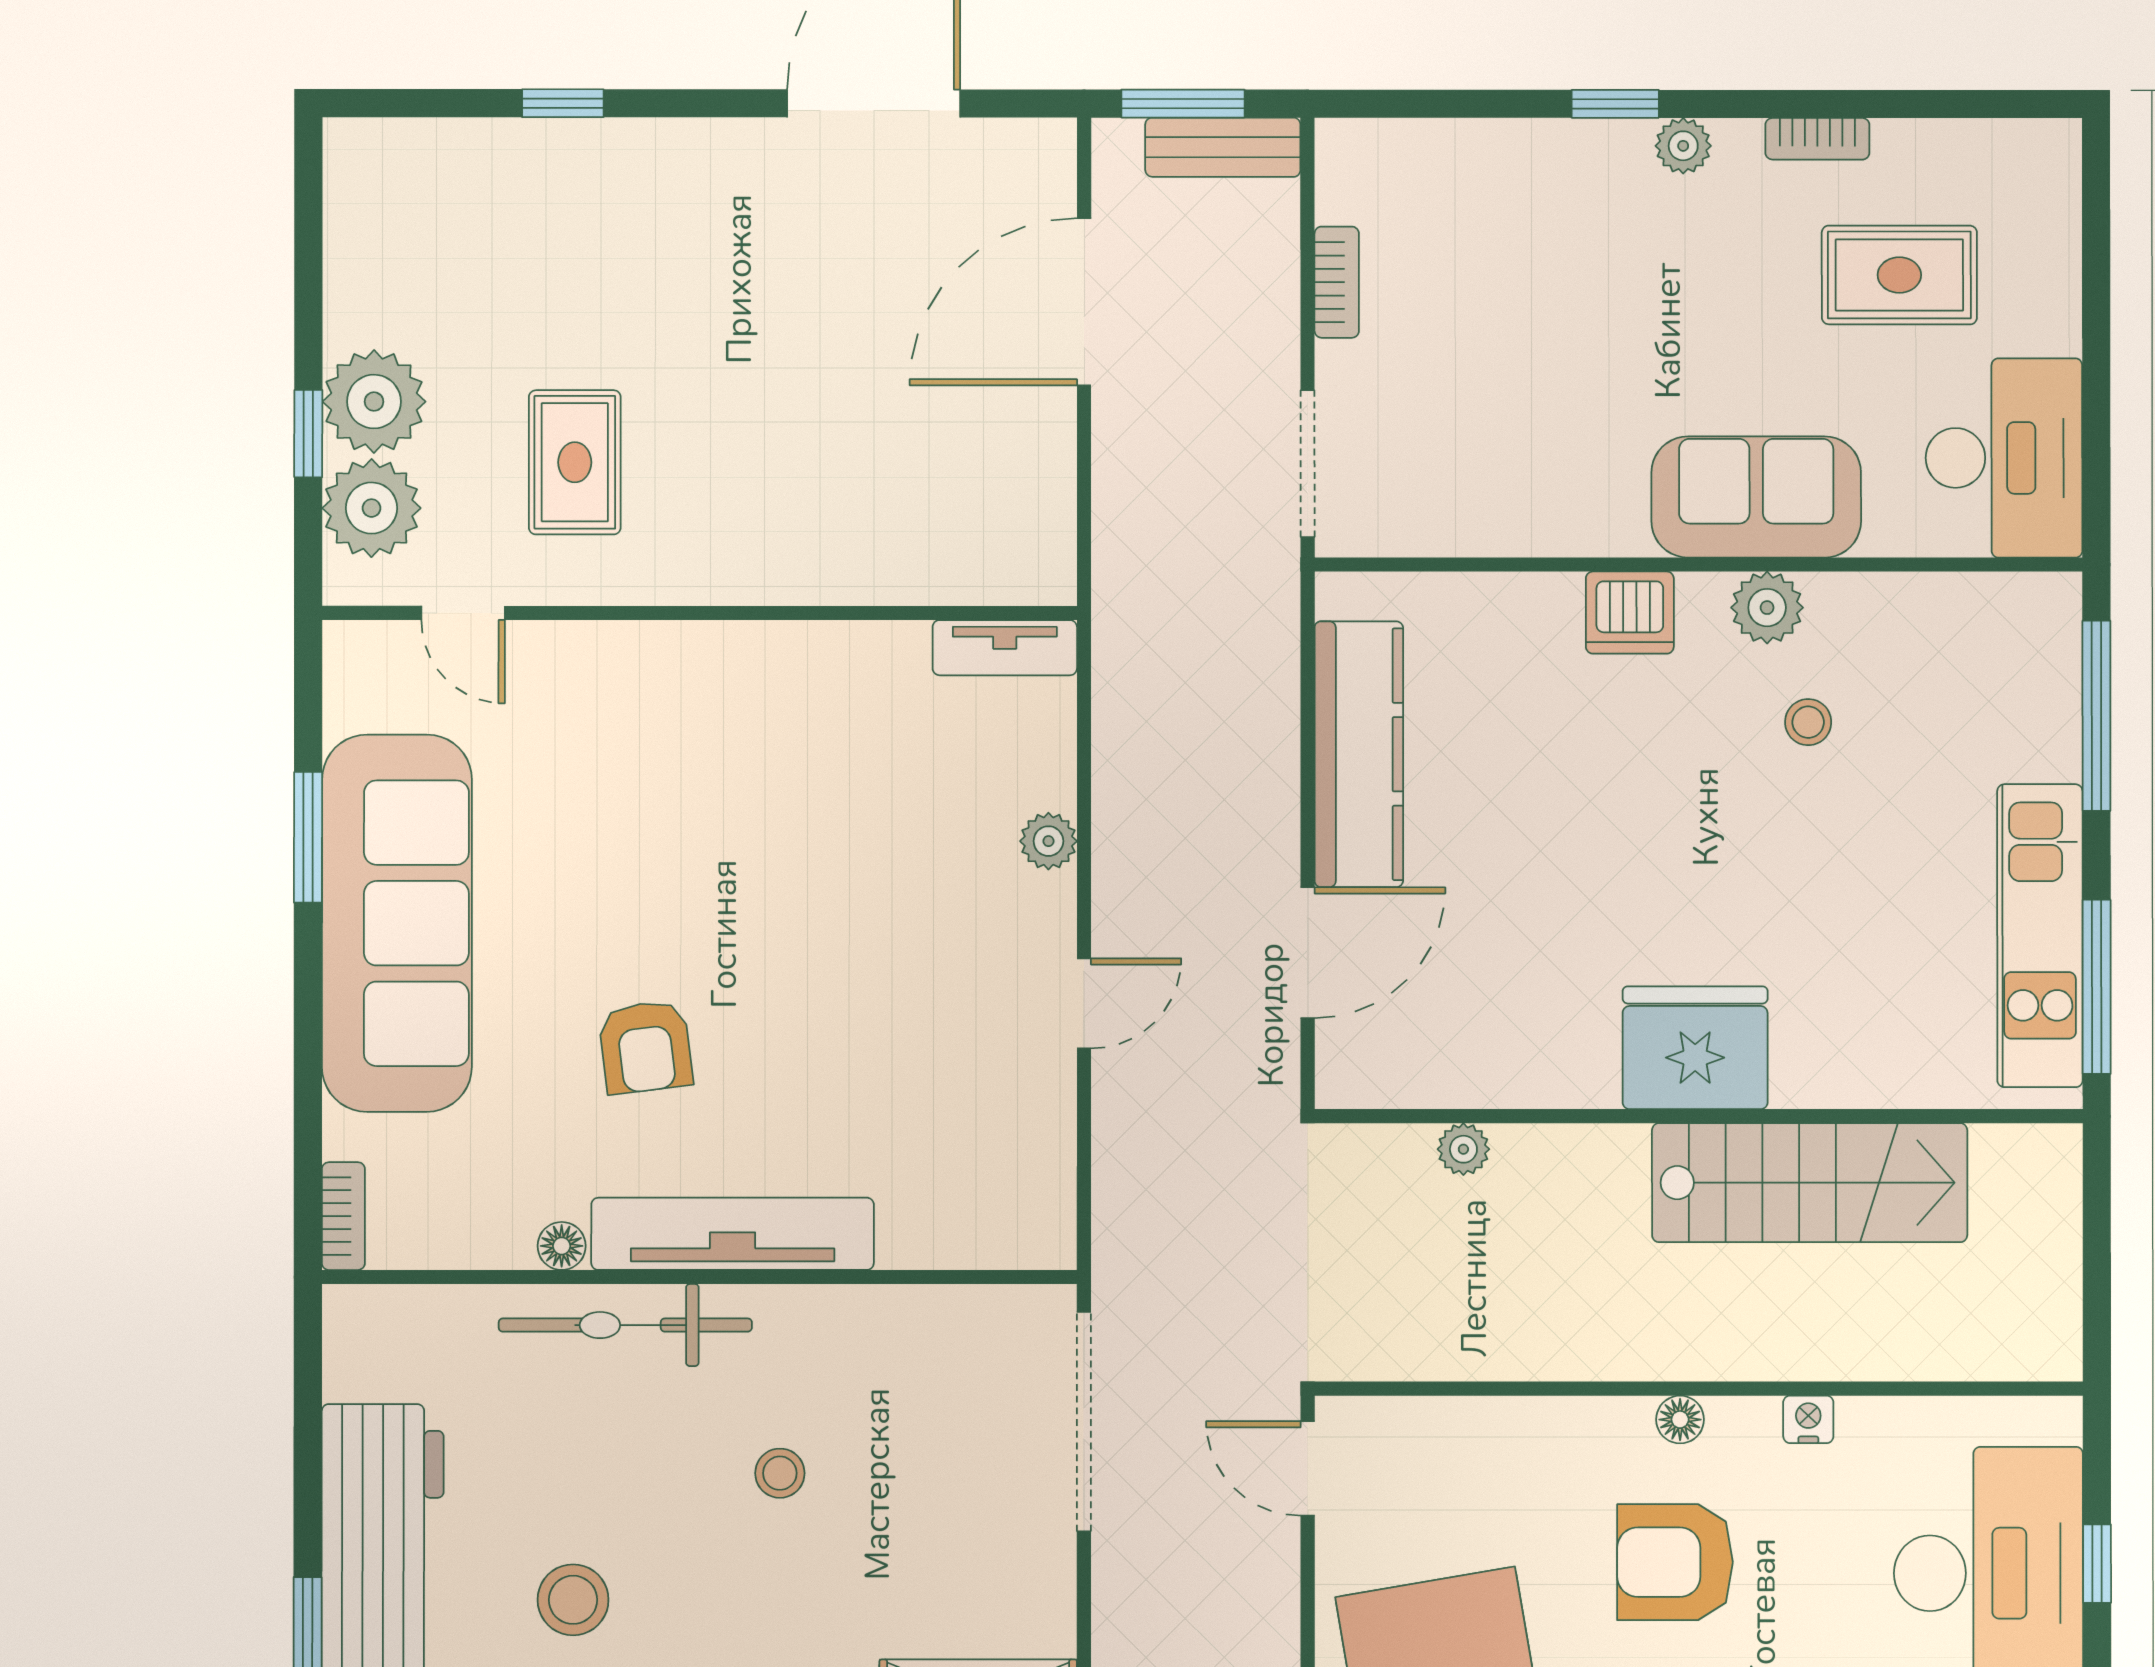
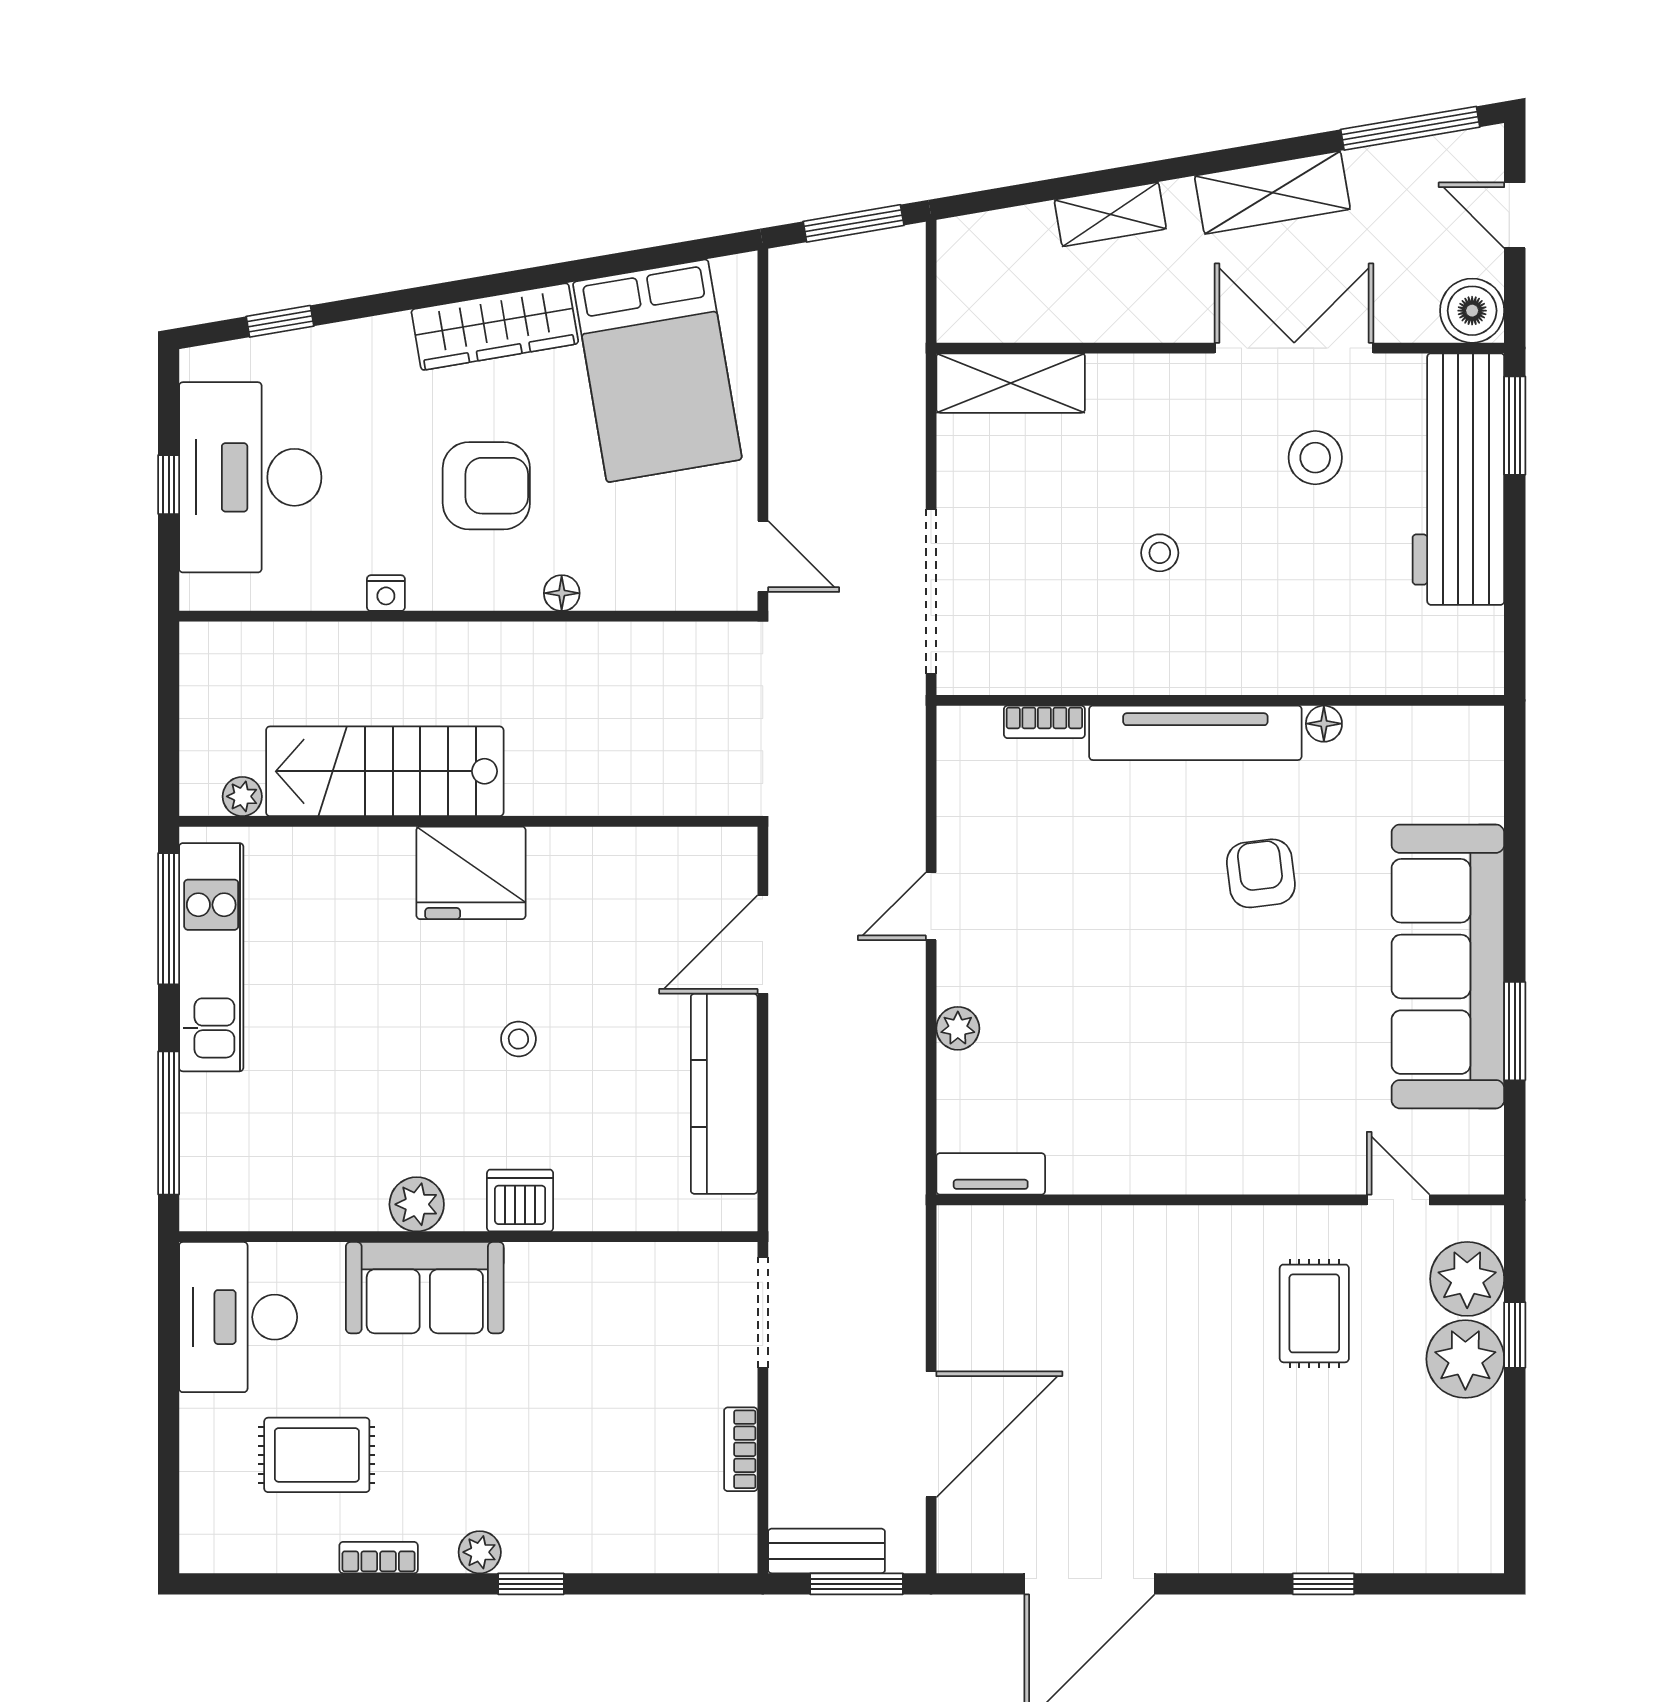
stool: (1808, 722) -> (518, 1039), moved
plant: (1463, 1149) -> (242, 796), moved
bookcase: (343, 1216) -> (1044, 722), moved, turned -90
bicycle: (625, 1325) -> (1276, 664), removed
floor lamp: (1680, 1420) -> (562, 593), moved

